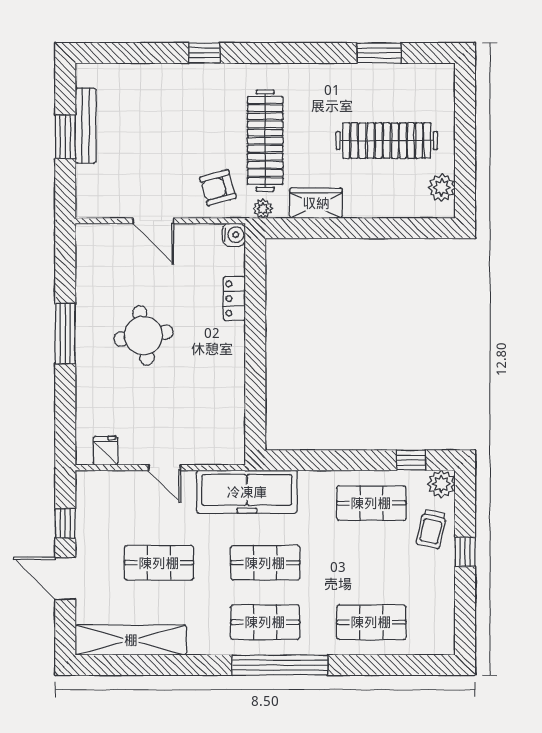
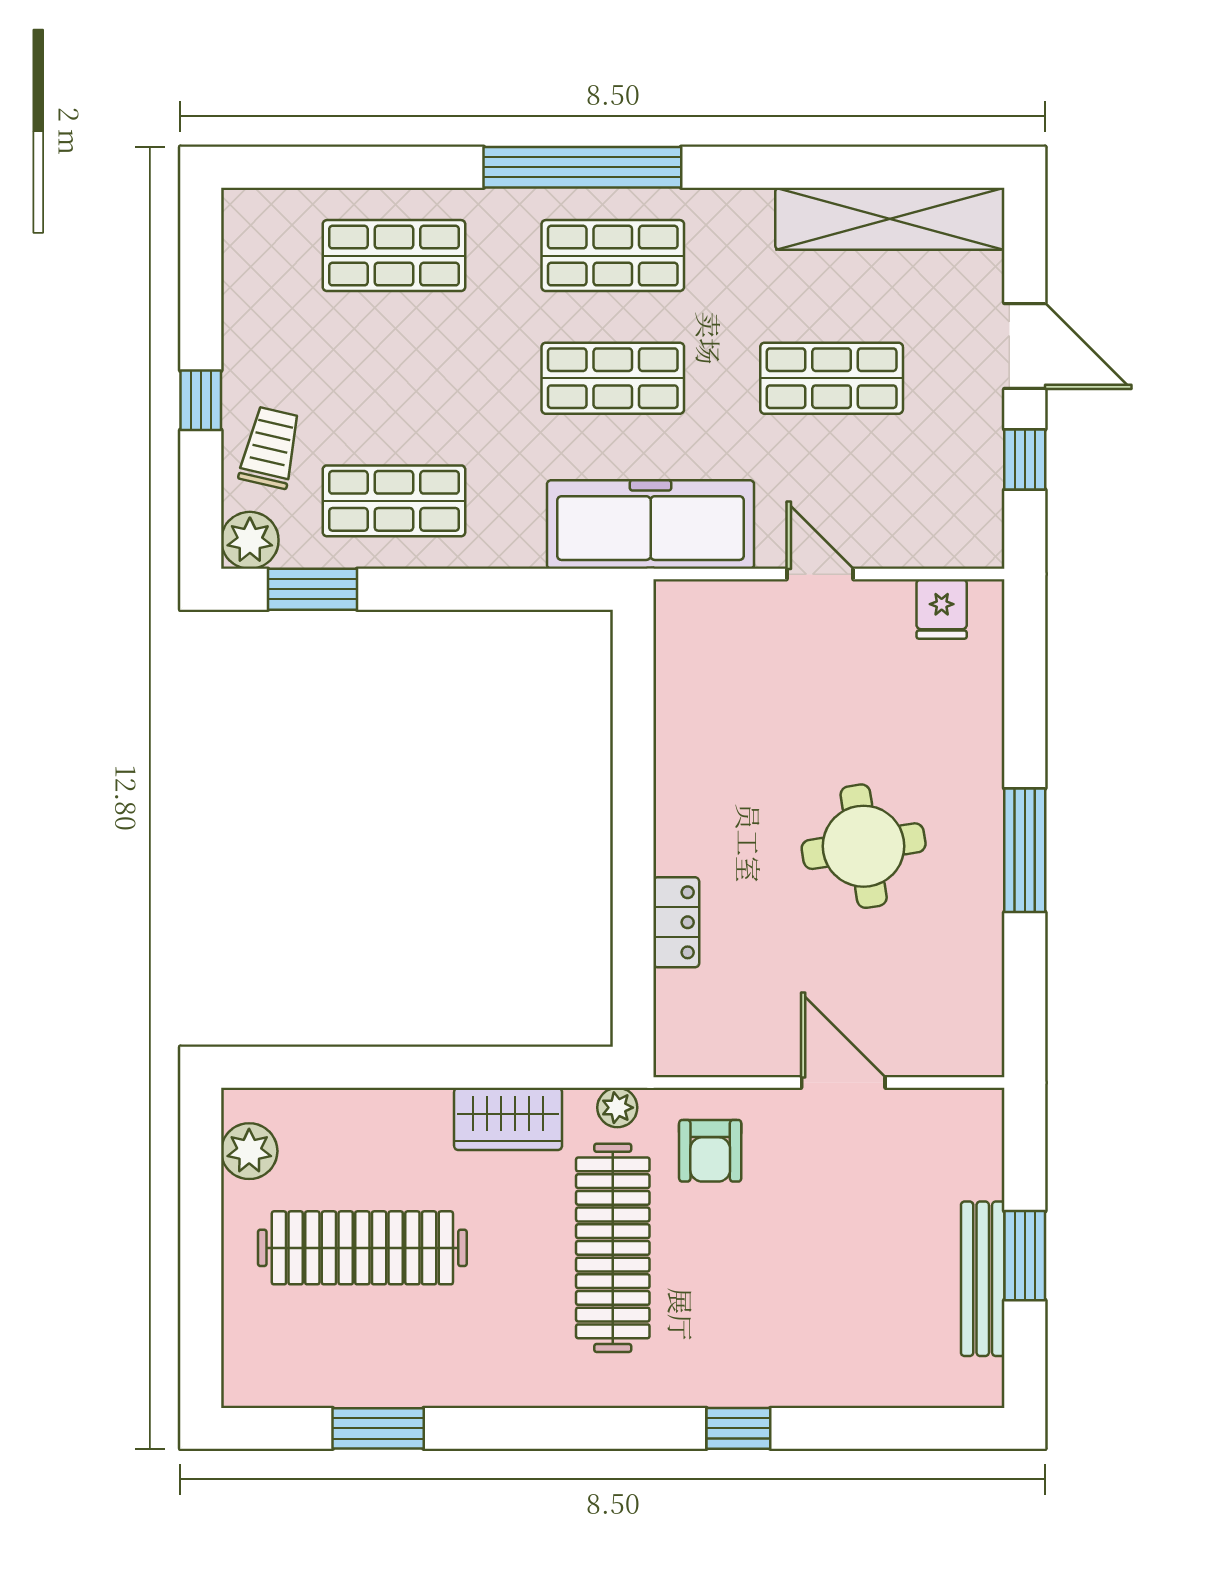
armchair: (218, 188) -> (710, 1151), turned 106
water cooler: (234, 235) -> (677, 1054), removed
window: (411, 460) -> (312, 589), width x1.50

